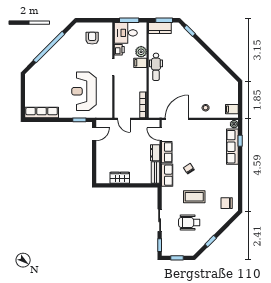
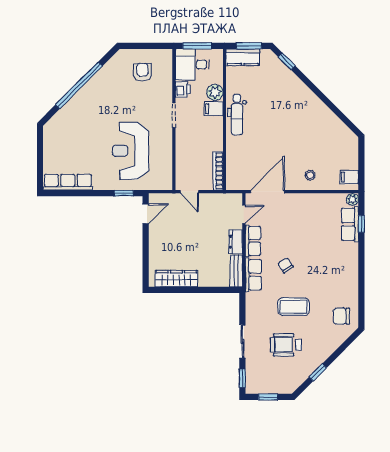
door: (161, 134) -> (244, 214), swing flipped
row of seats: (232, 147) -> (350, 224), width x0.68
wardrobe: (120, 178) -> (176, 279), width x1.50

